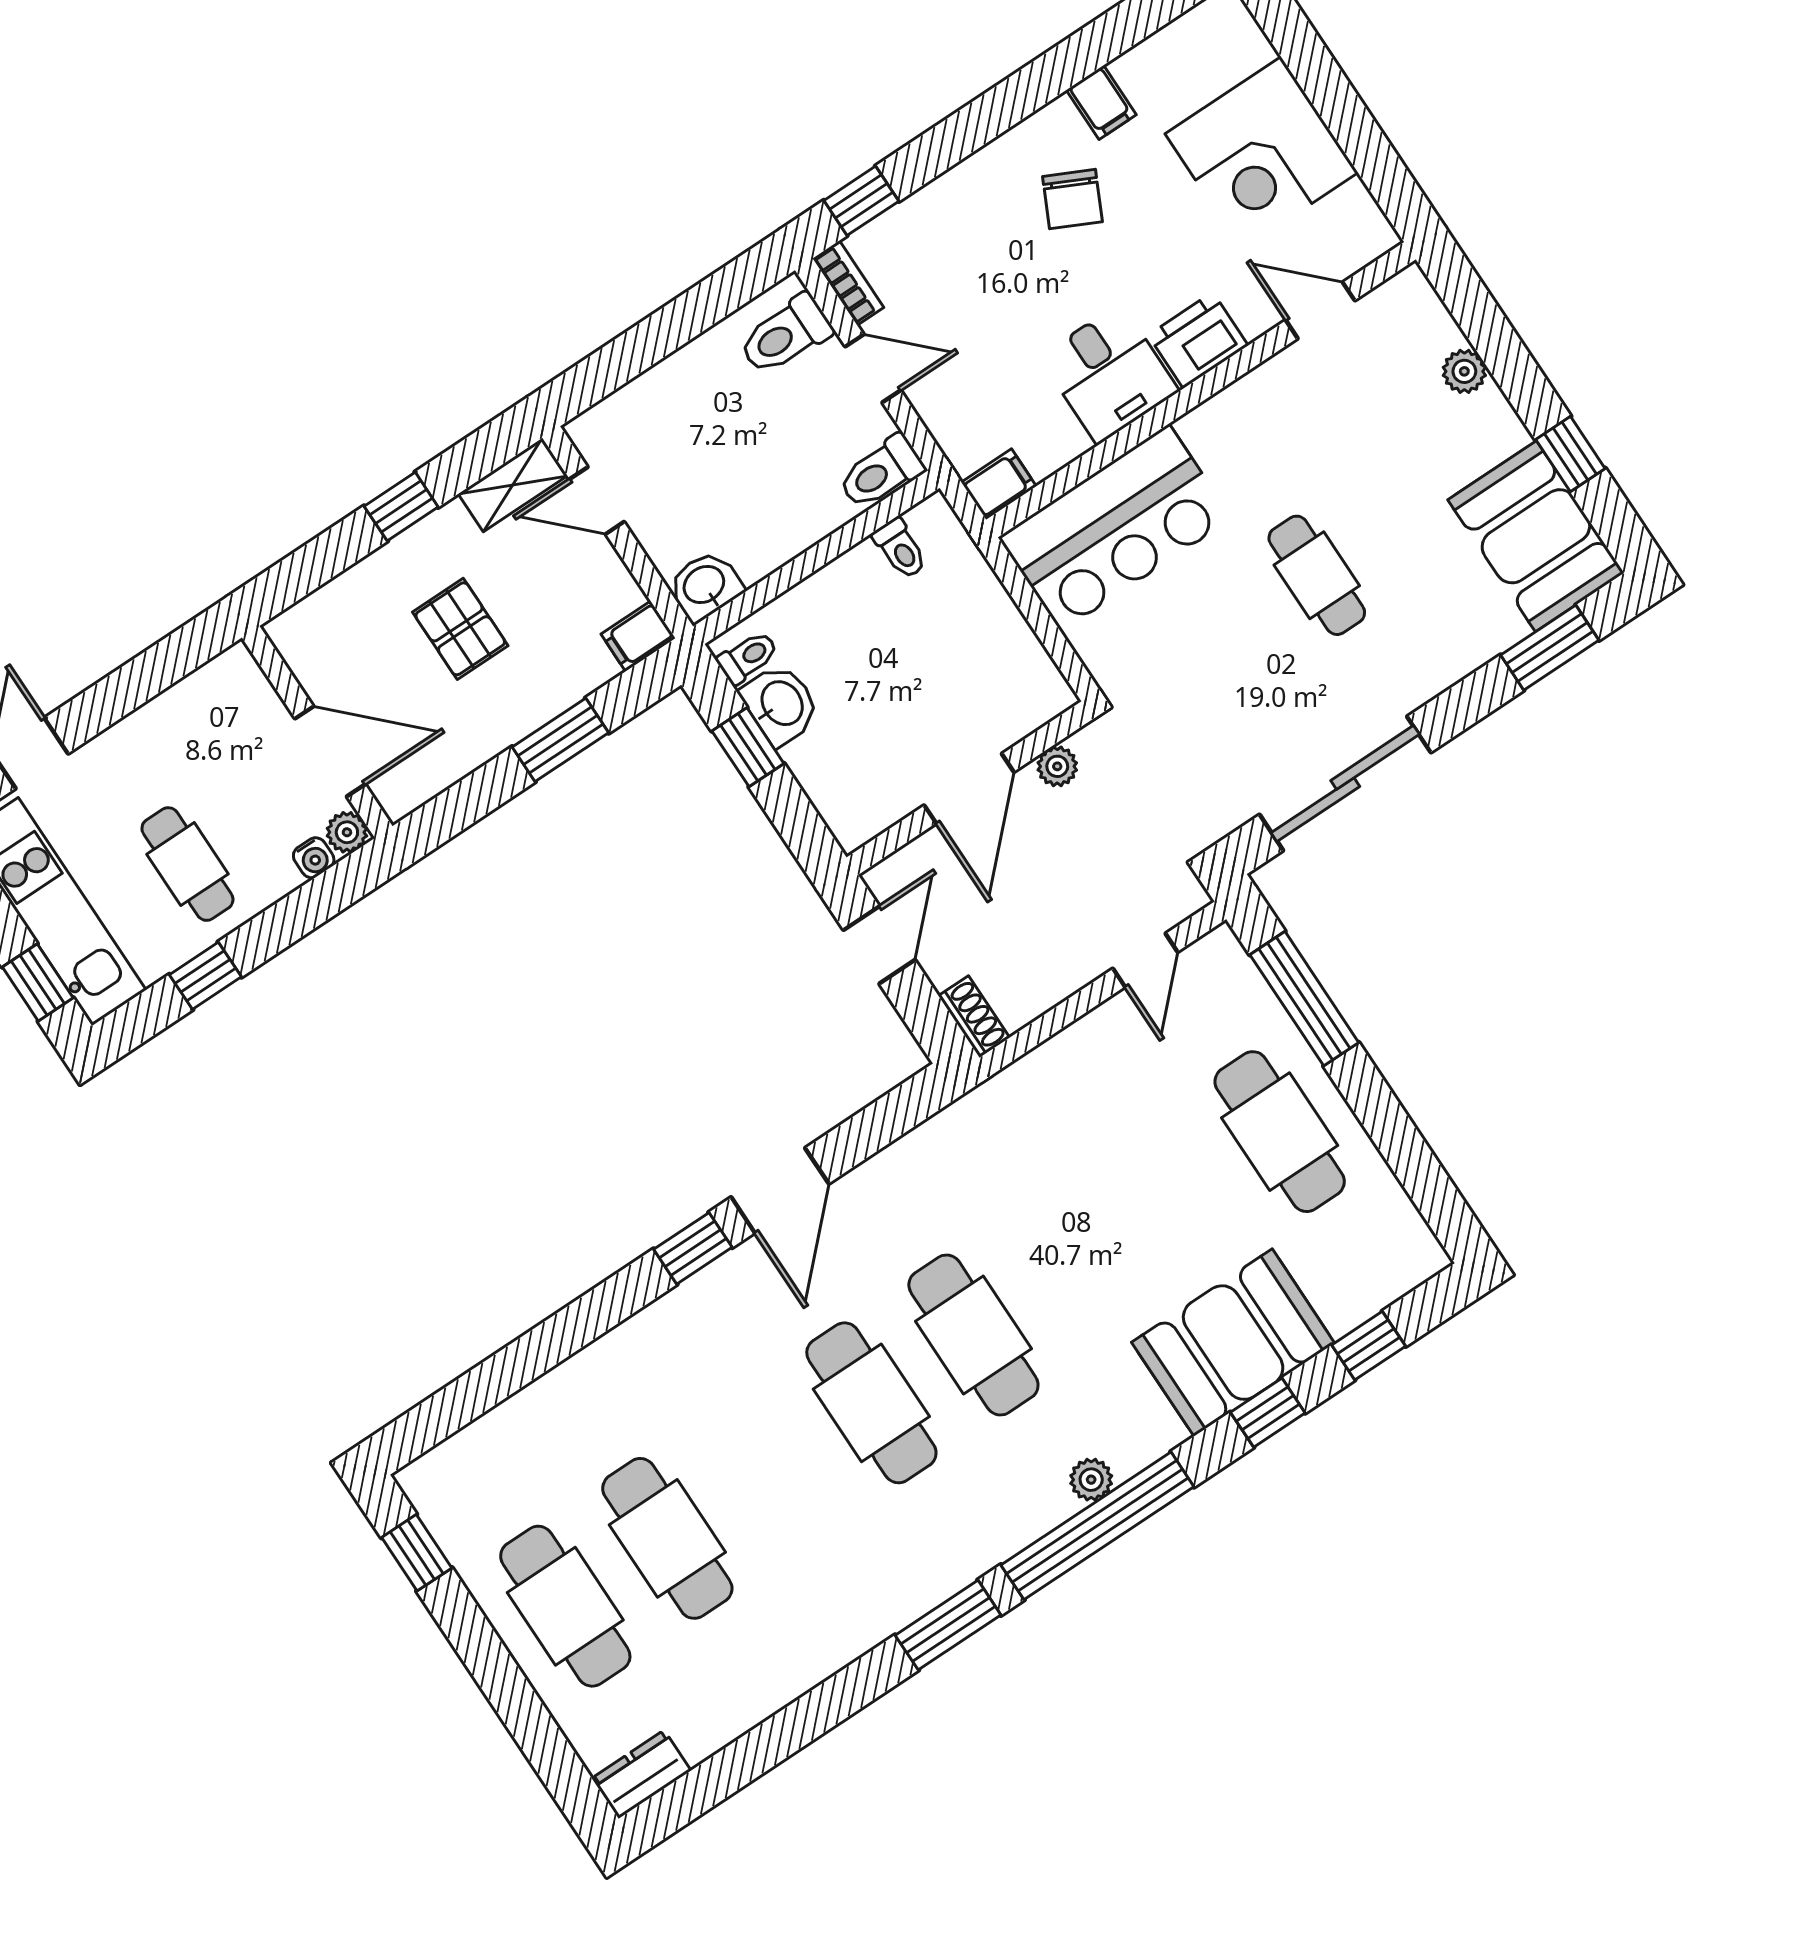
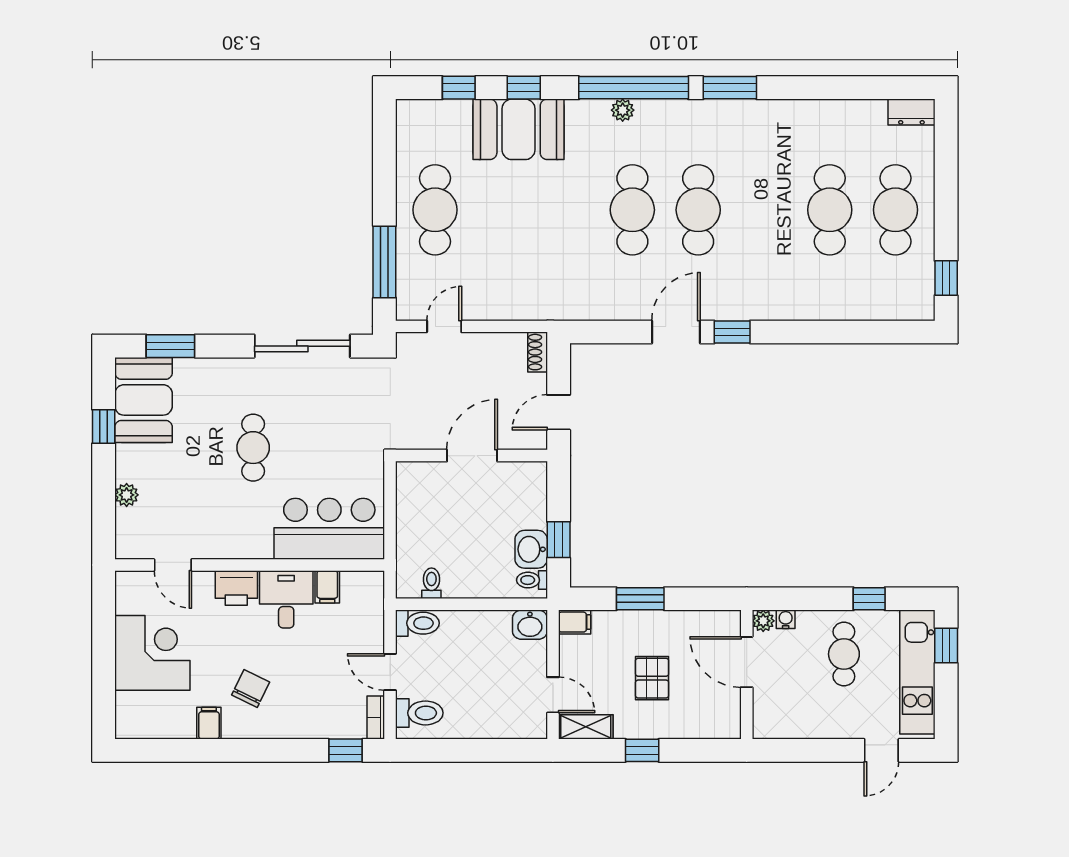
filing cabinet: (999, 484) -> (327, 587), moved, turned -90
plant: (1057, 766) -> (426, 439), removed

